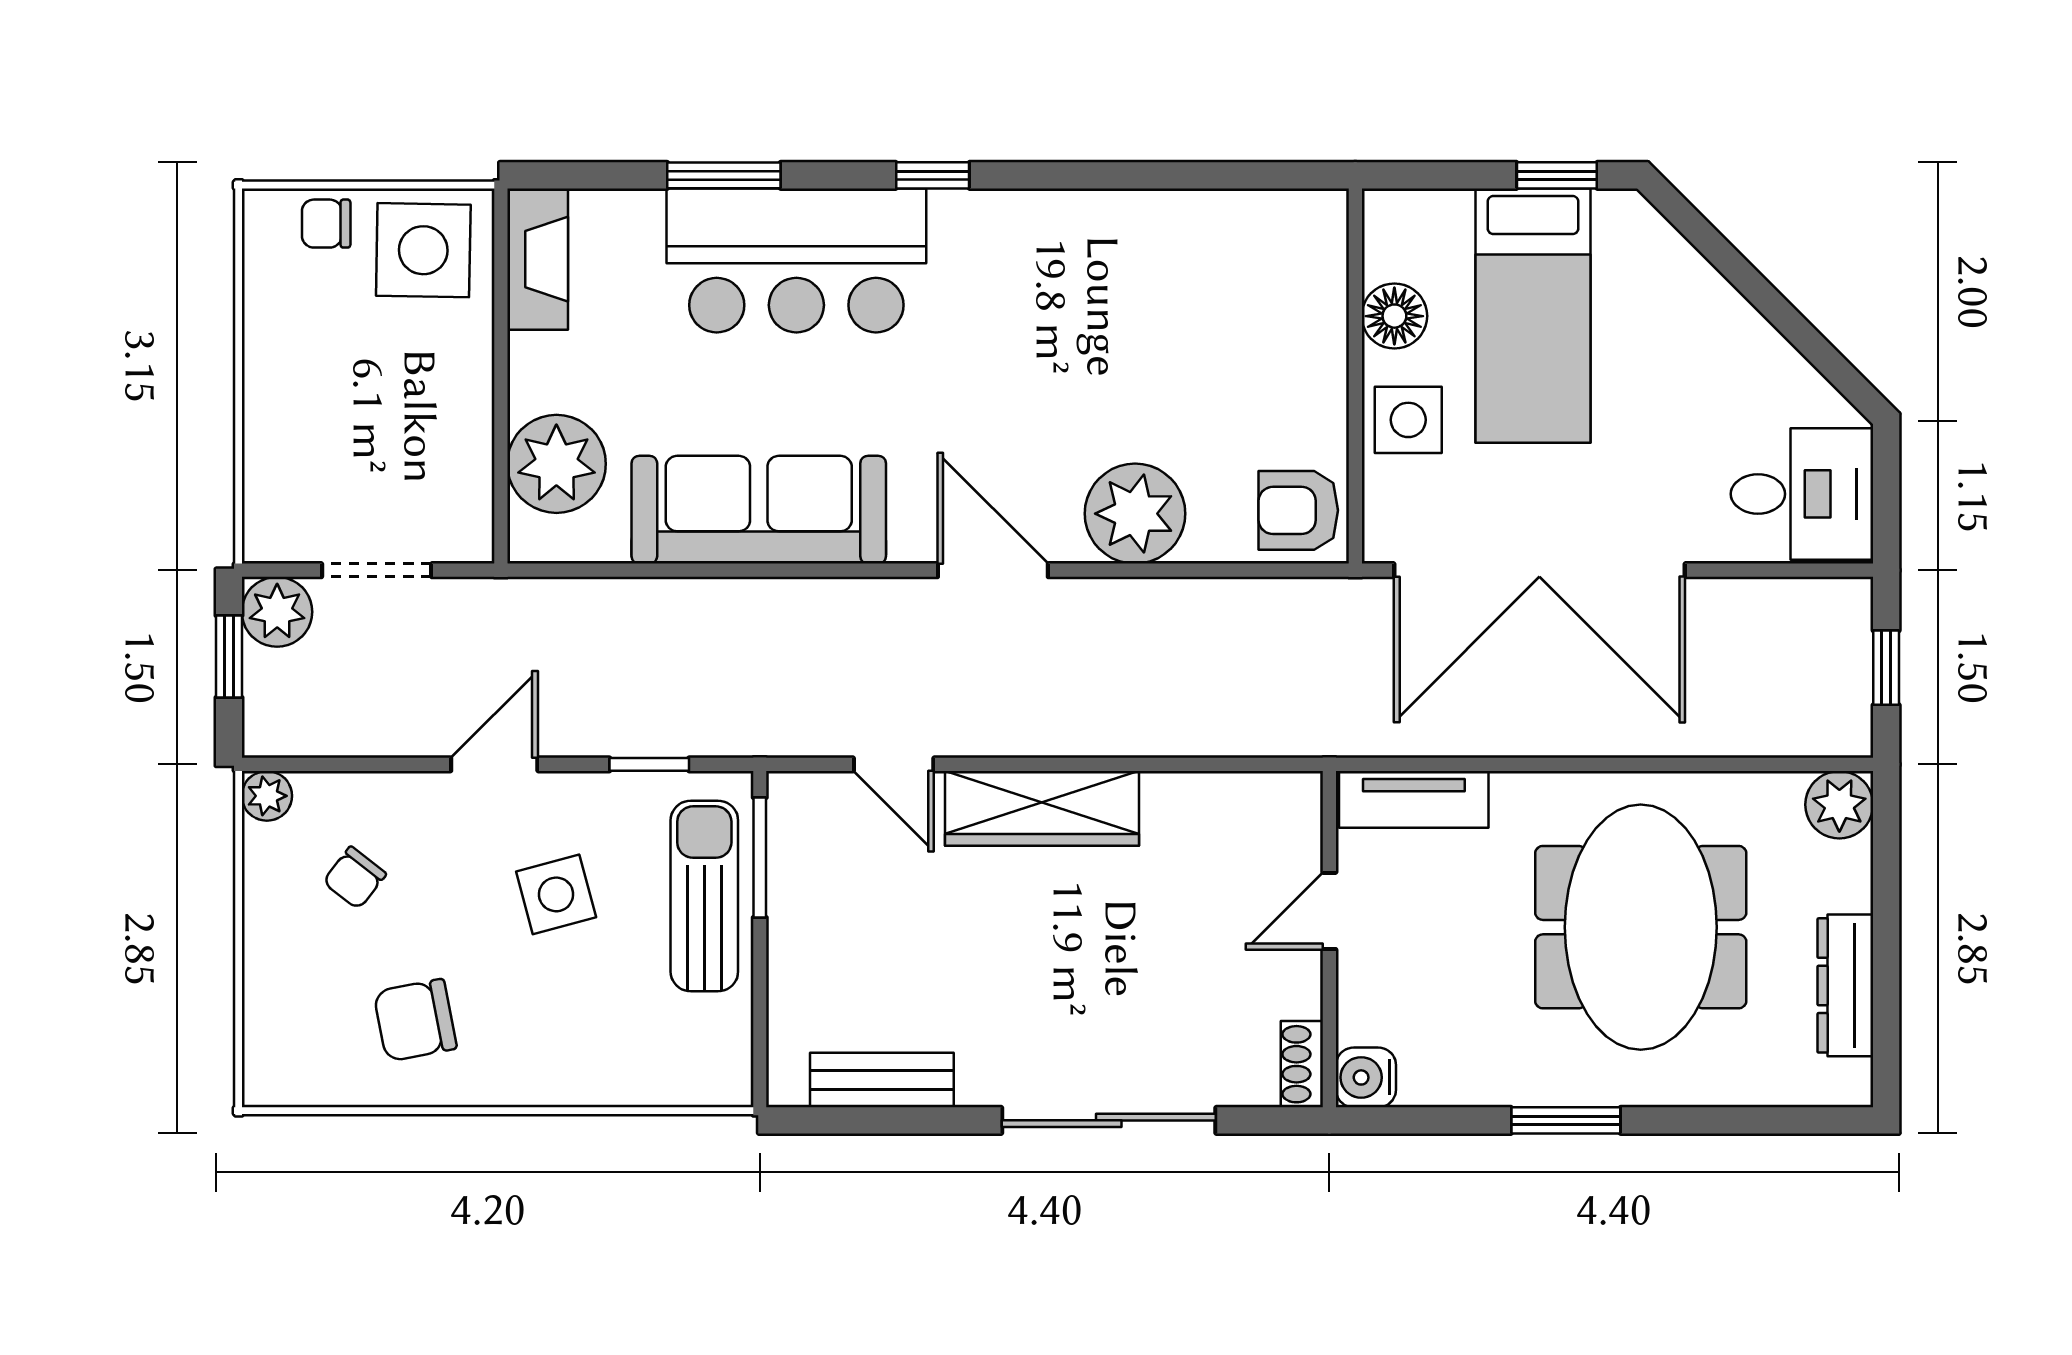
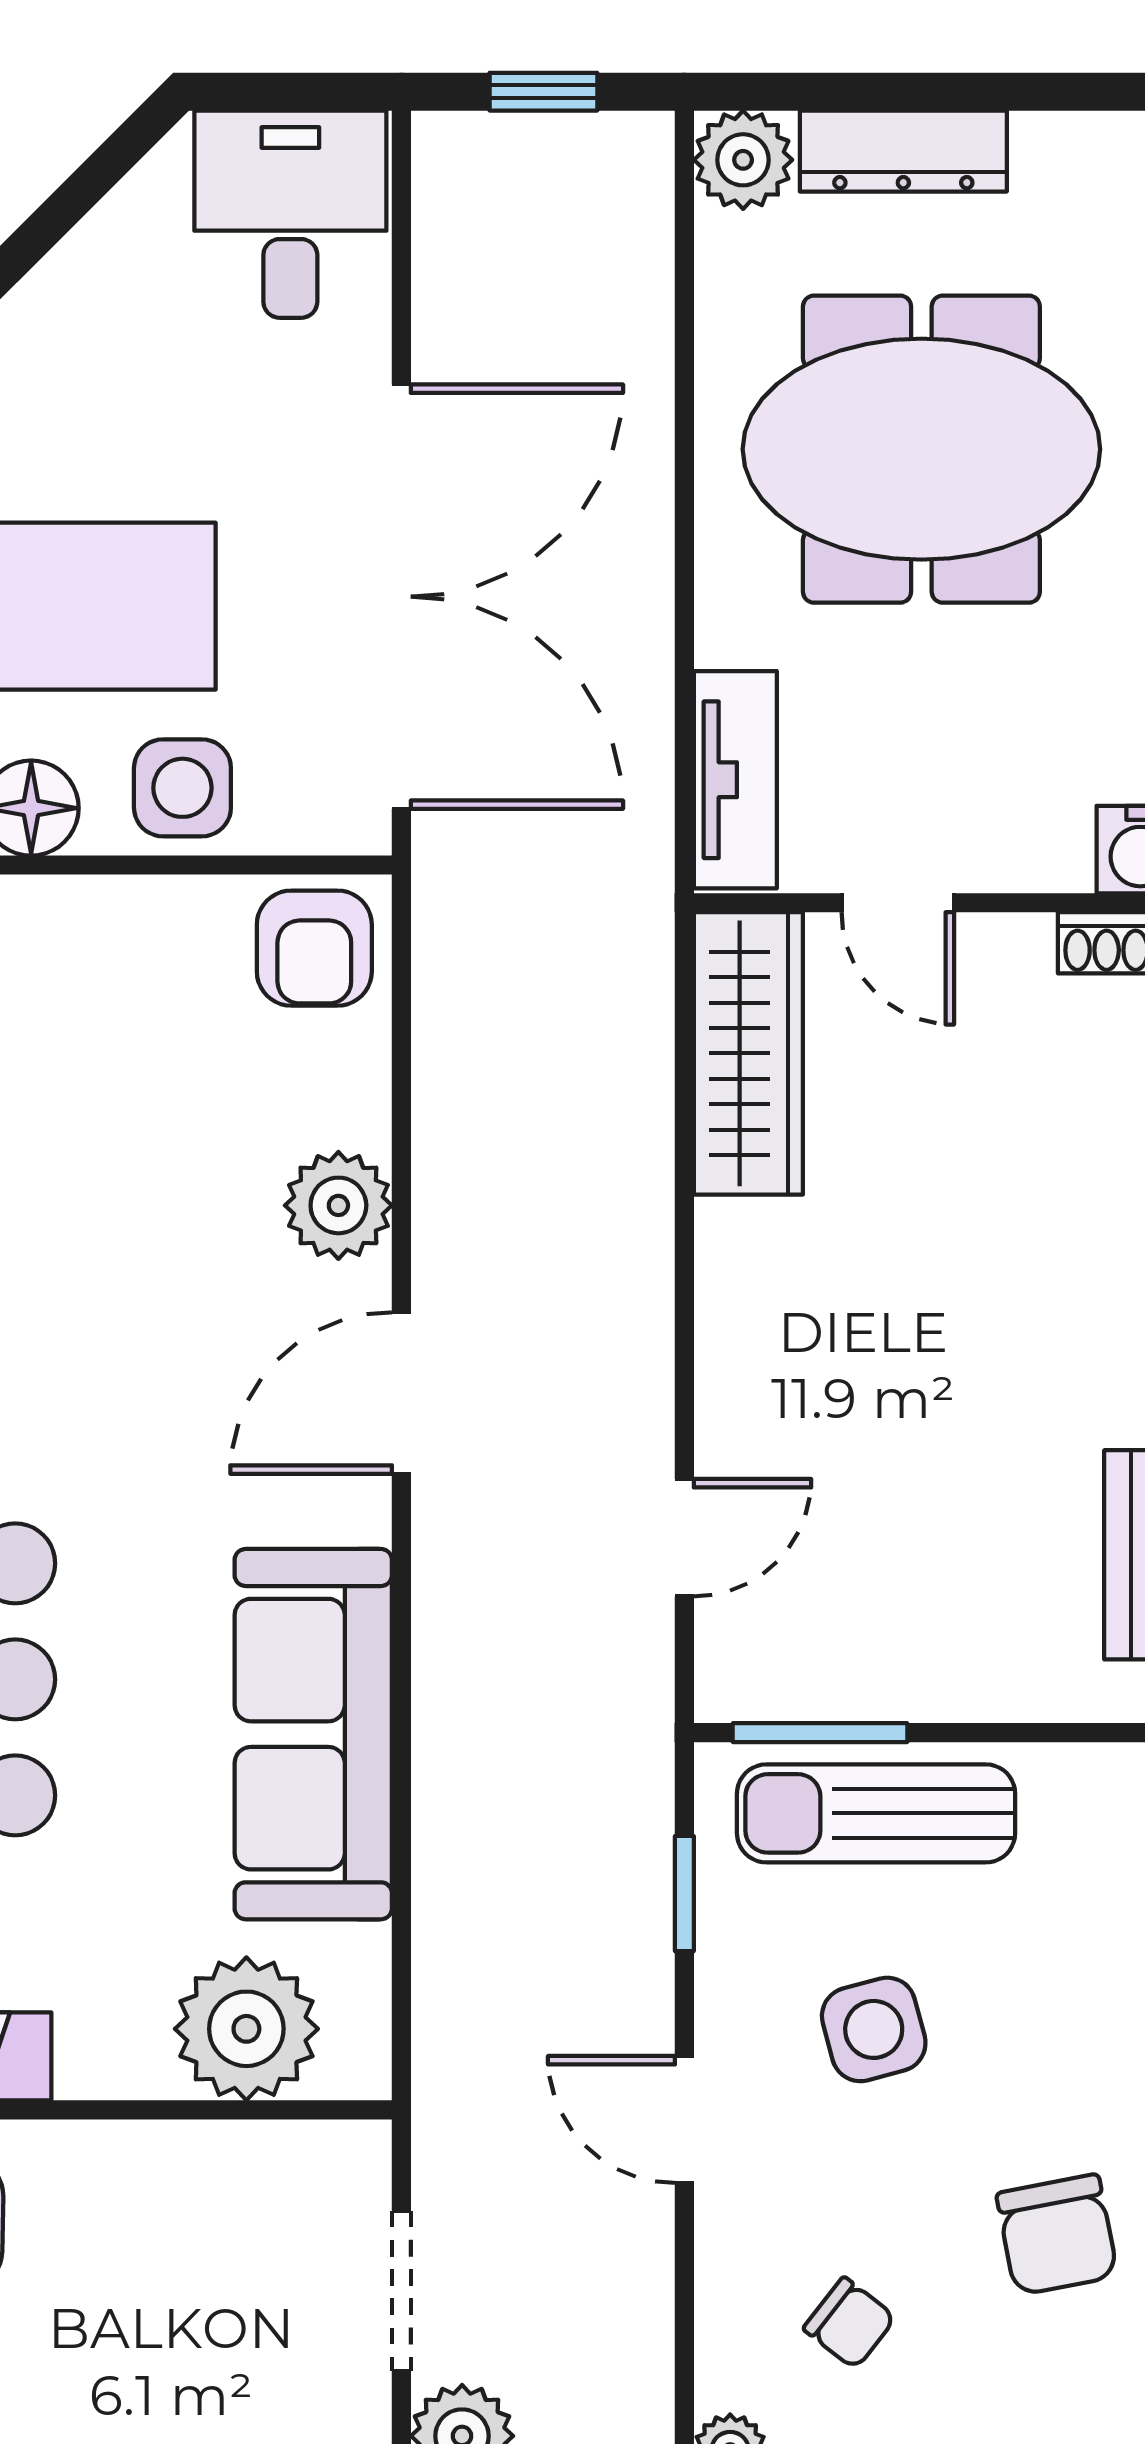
plant: (1135, 514) -> (338, 1205), width x0.73, depth x0.73
wardrobe: (1042, 808) -> (748, 1053), moved
dresser: (1845, 985) -> (903, 151), moved

